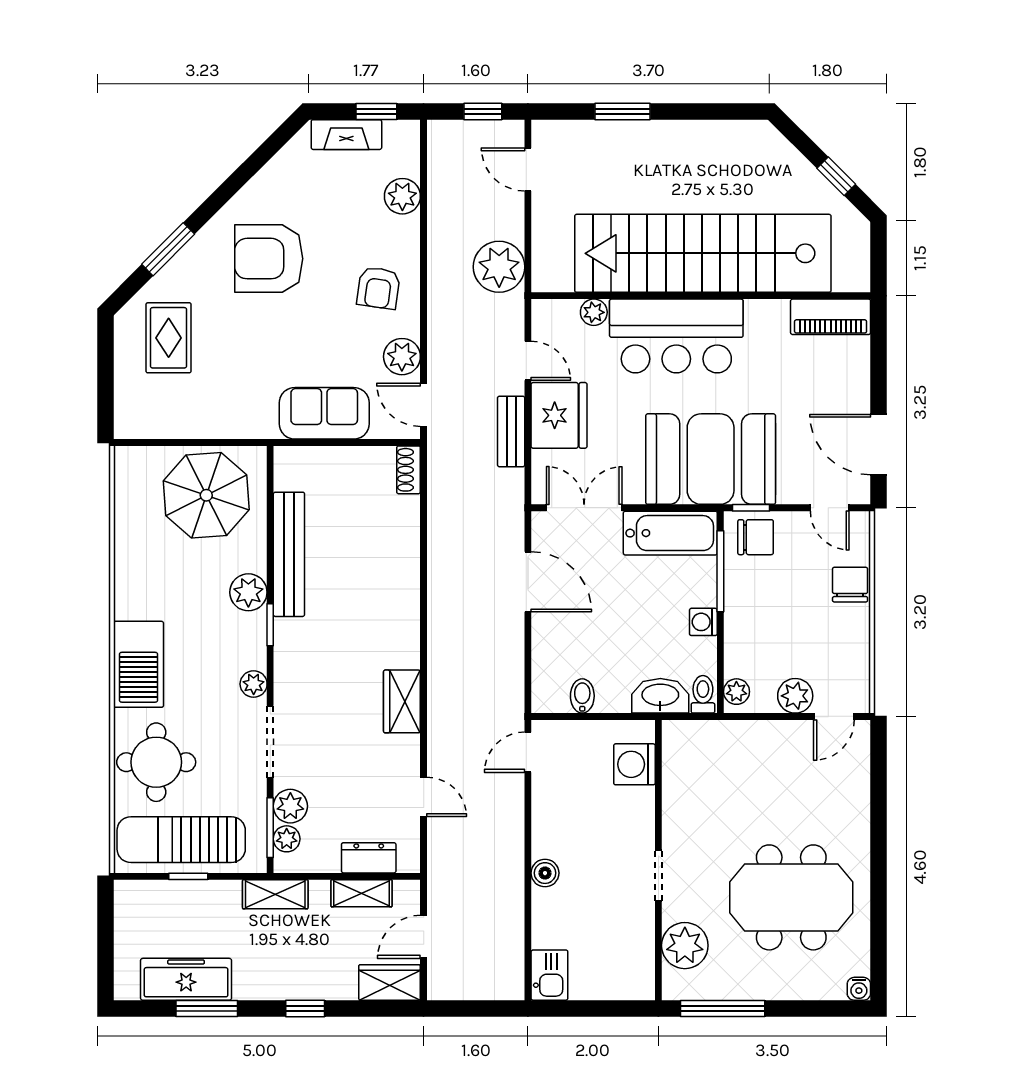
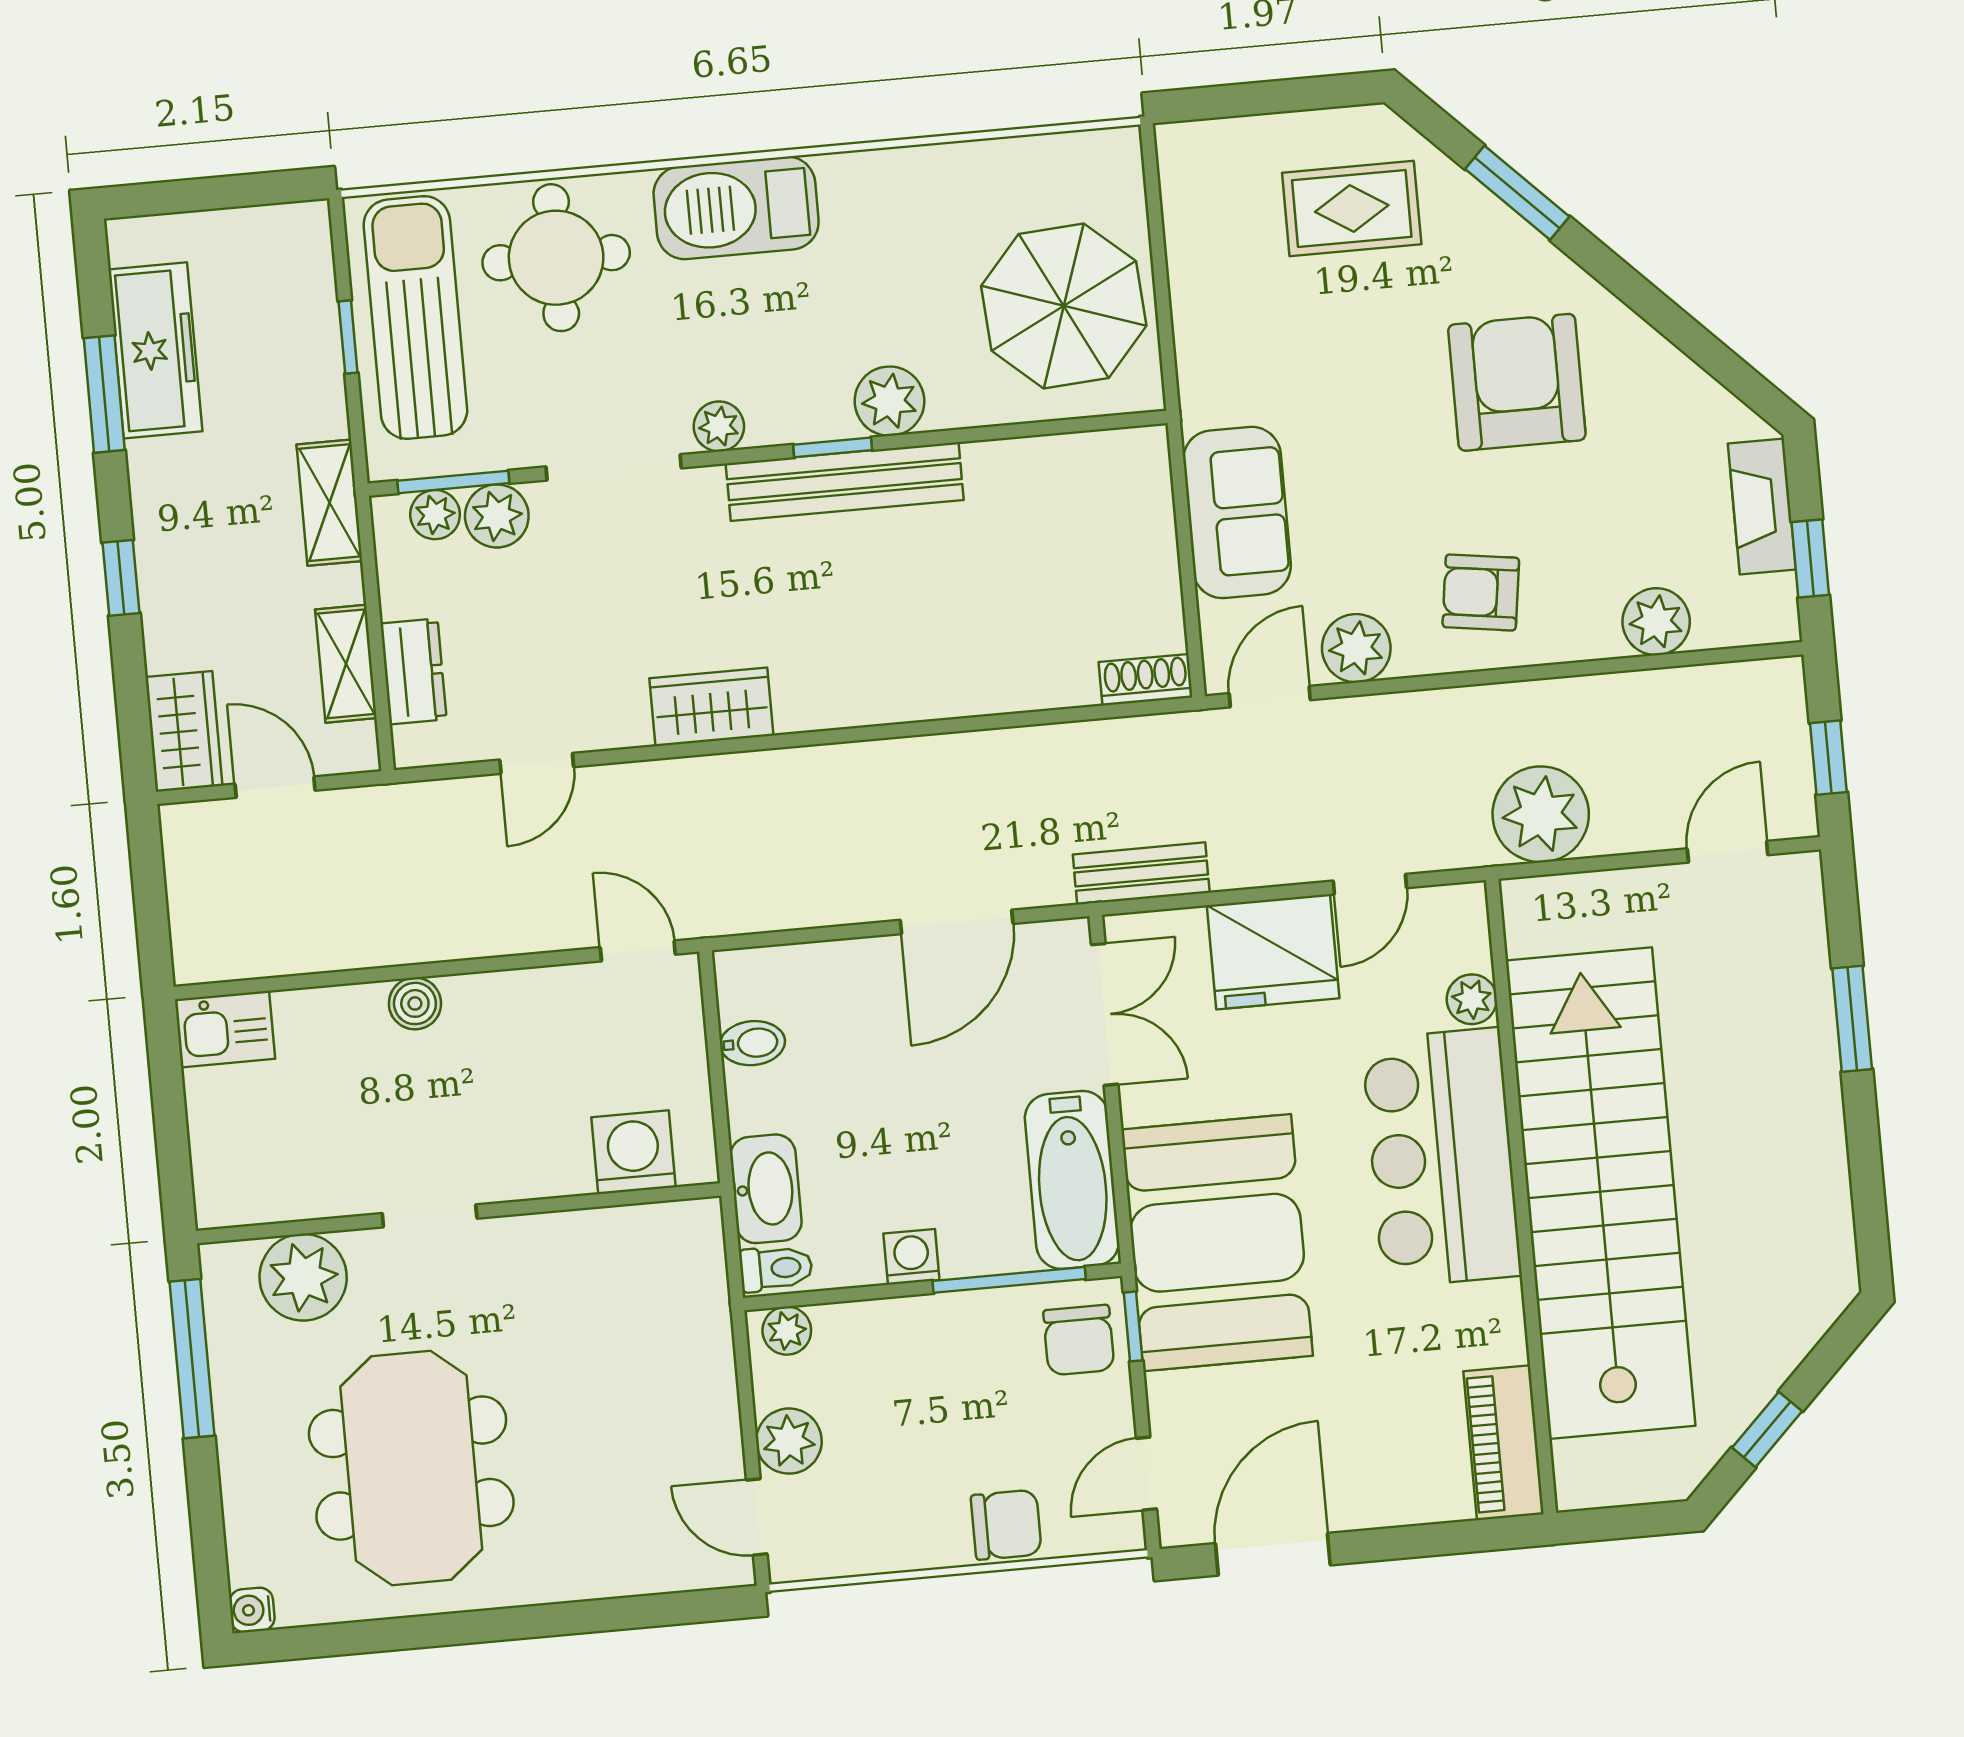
bench: (511, 431) -> (1141, 874), moved
bench: (289, 554) -> (845, 482), moved

